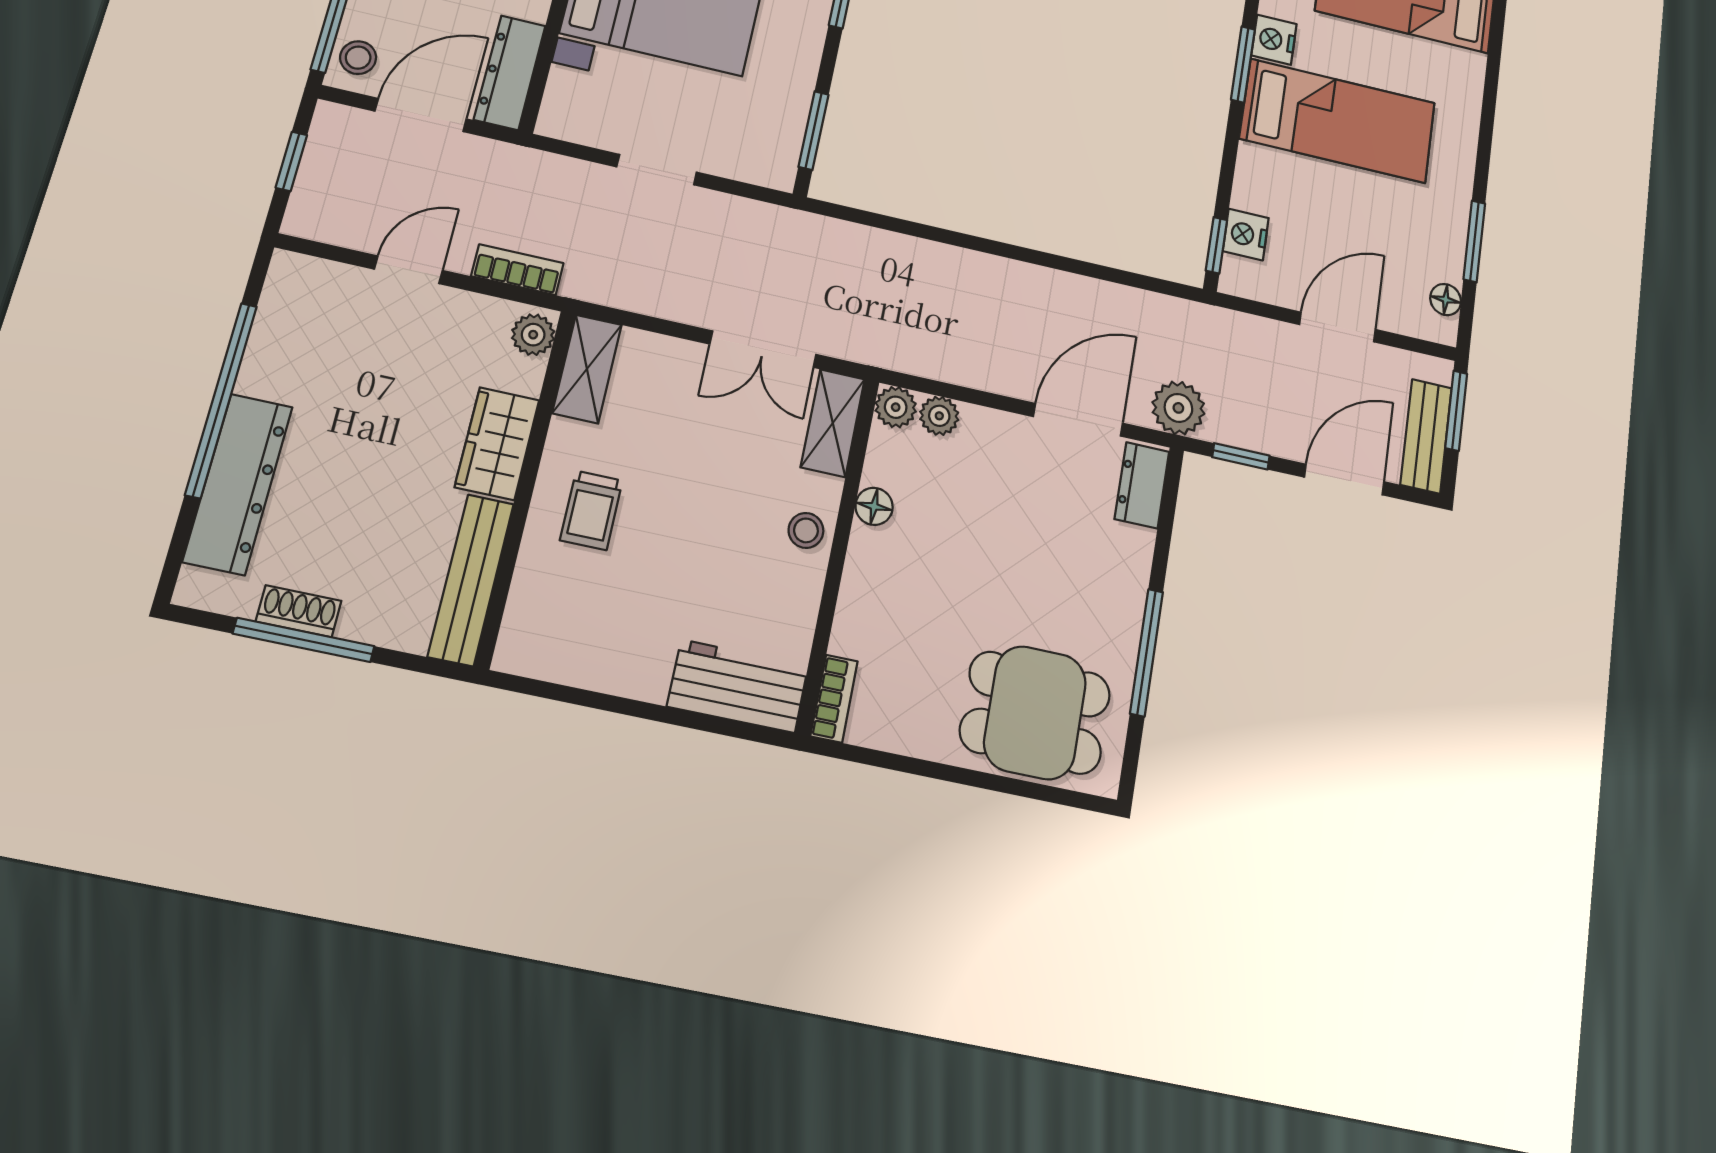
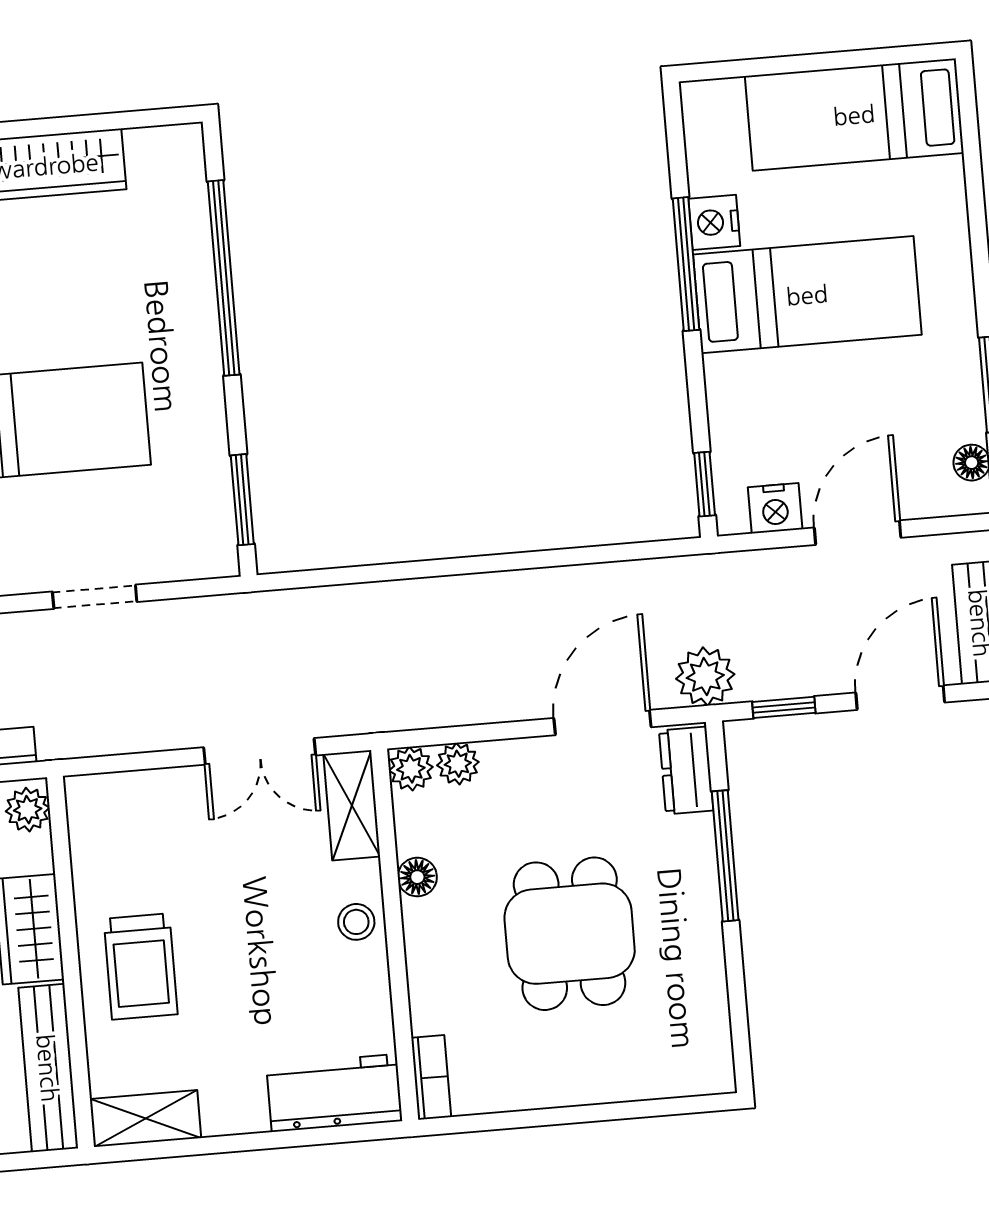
window: (1243, 64) -> (686, 264), width x1.44
nightstand: (1246, 235) -> (775, 508), moved, turned -90
shelving: (587, 369) -> (145, 1119), moved, turned 90
trolley: (591, 510) -> (141, 967), width x1.36, depth x1.39
window: (1147, 652) -> (725, 856), moved
dining table: (1035, 713) -> (570, 934), moved, turned 90

